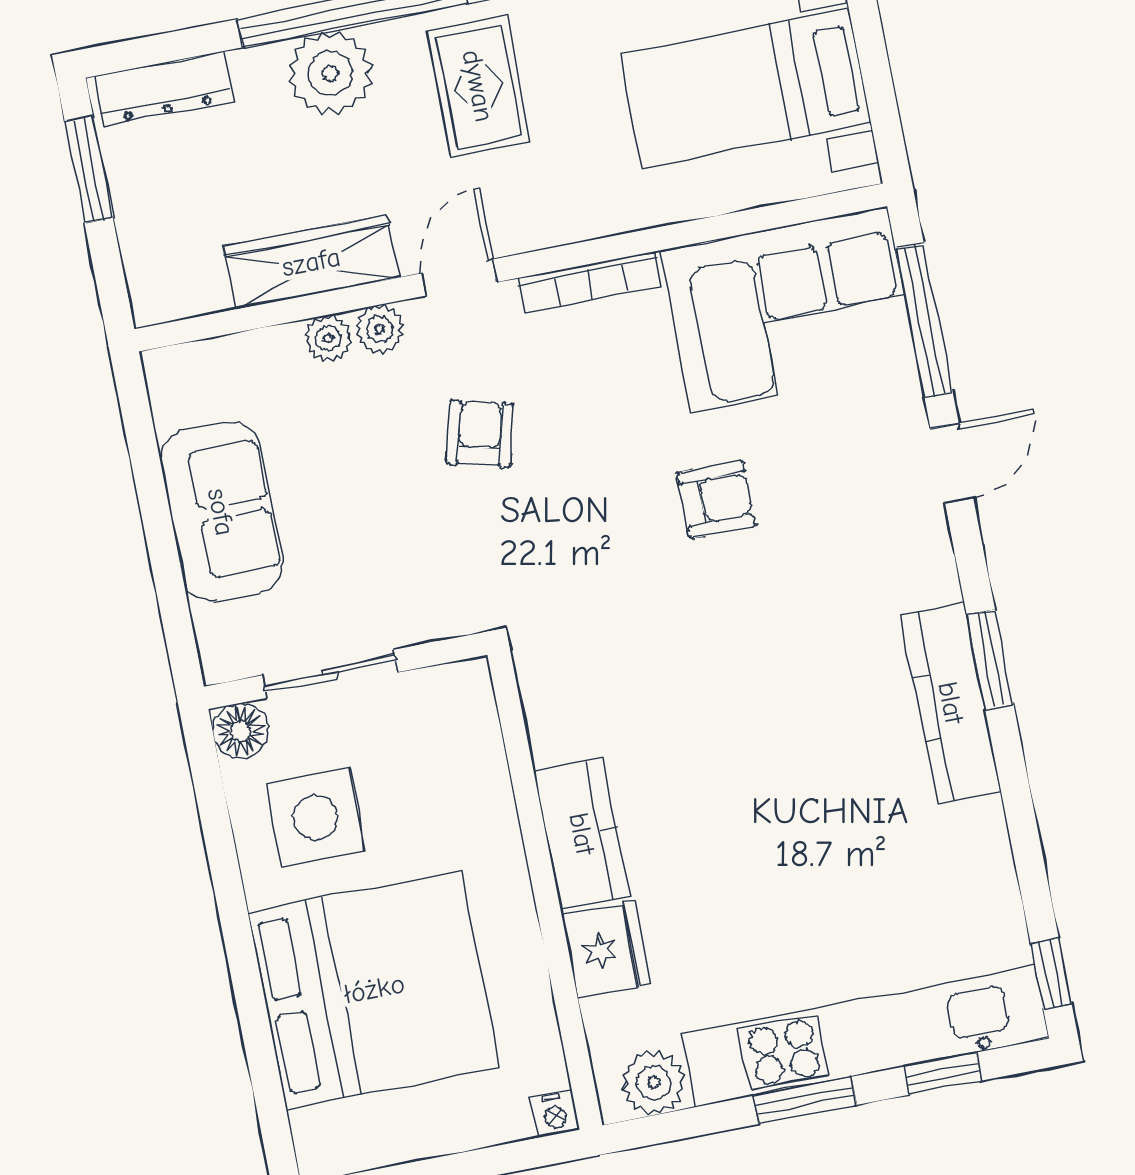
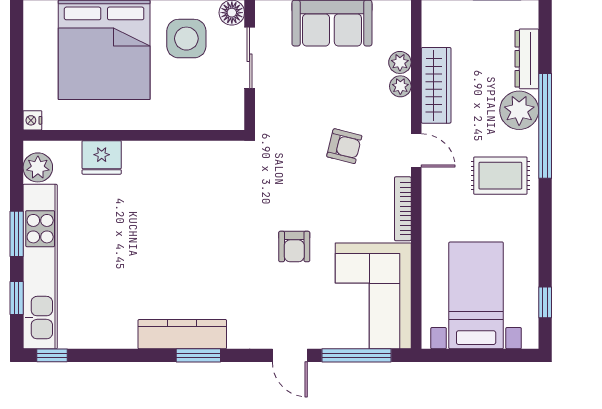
dresser: (164, 89) -> (527, 59), moved
plant: (380, 329) -> (400, 62), moved
kitchen counter: (582, 834) -> (156, 157), removed

